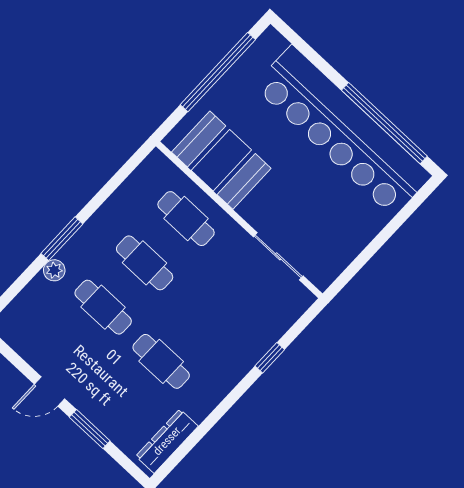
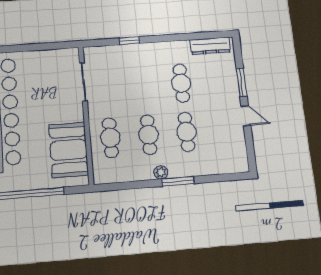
plant: (54, 270) -> (161, 172), moved

